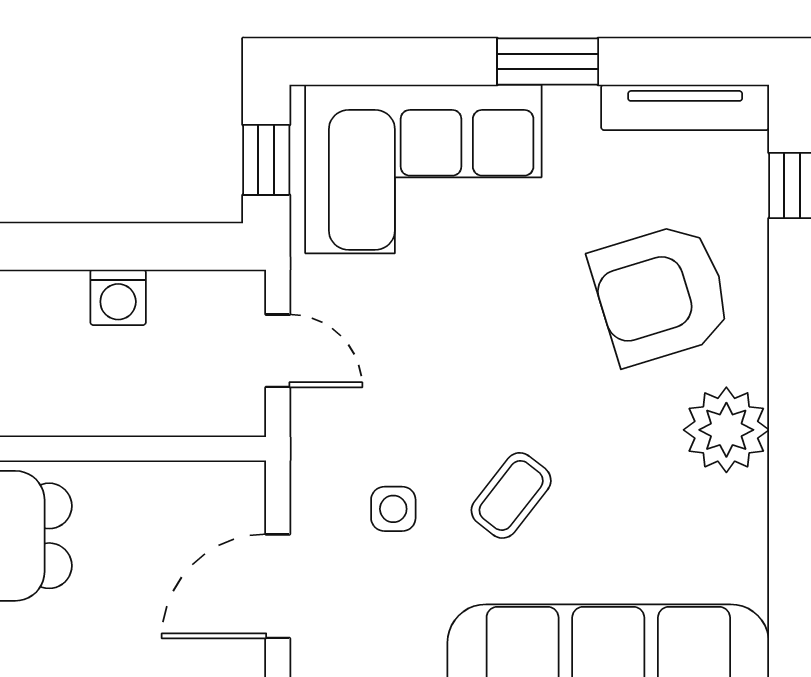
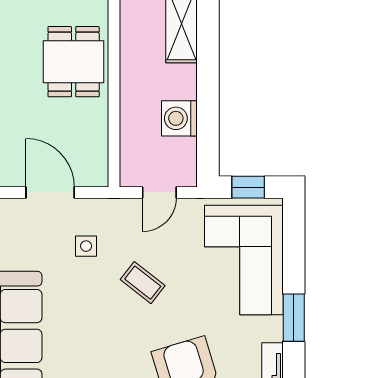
washing machine: (118, 297) -> (179, 118), width x1.38, depth x1.38
coffee table: (511, 495) -> (143, 283), moved

